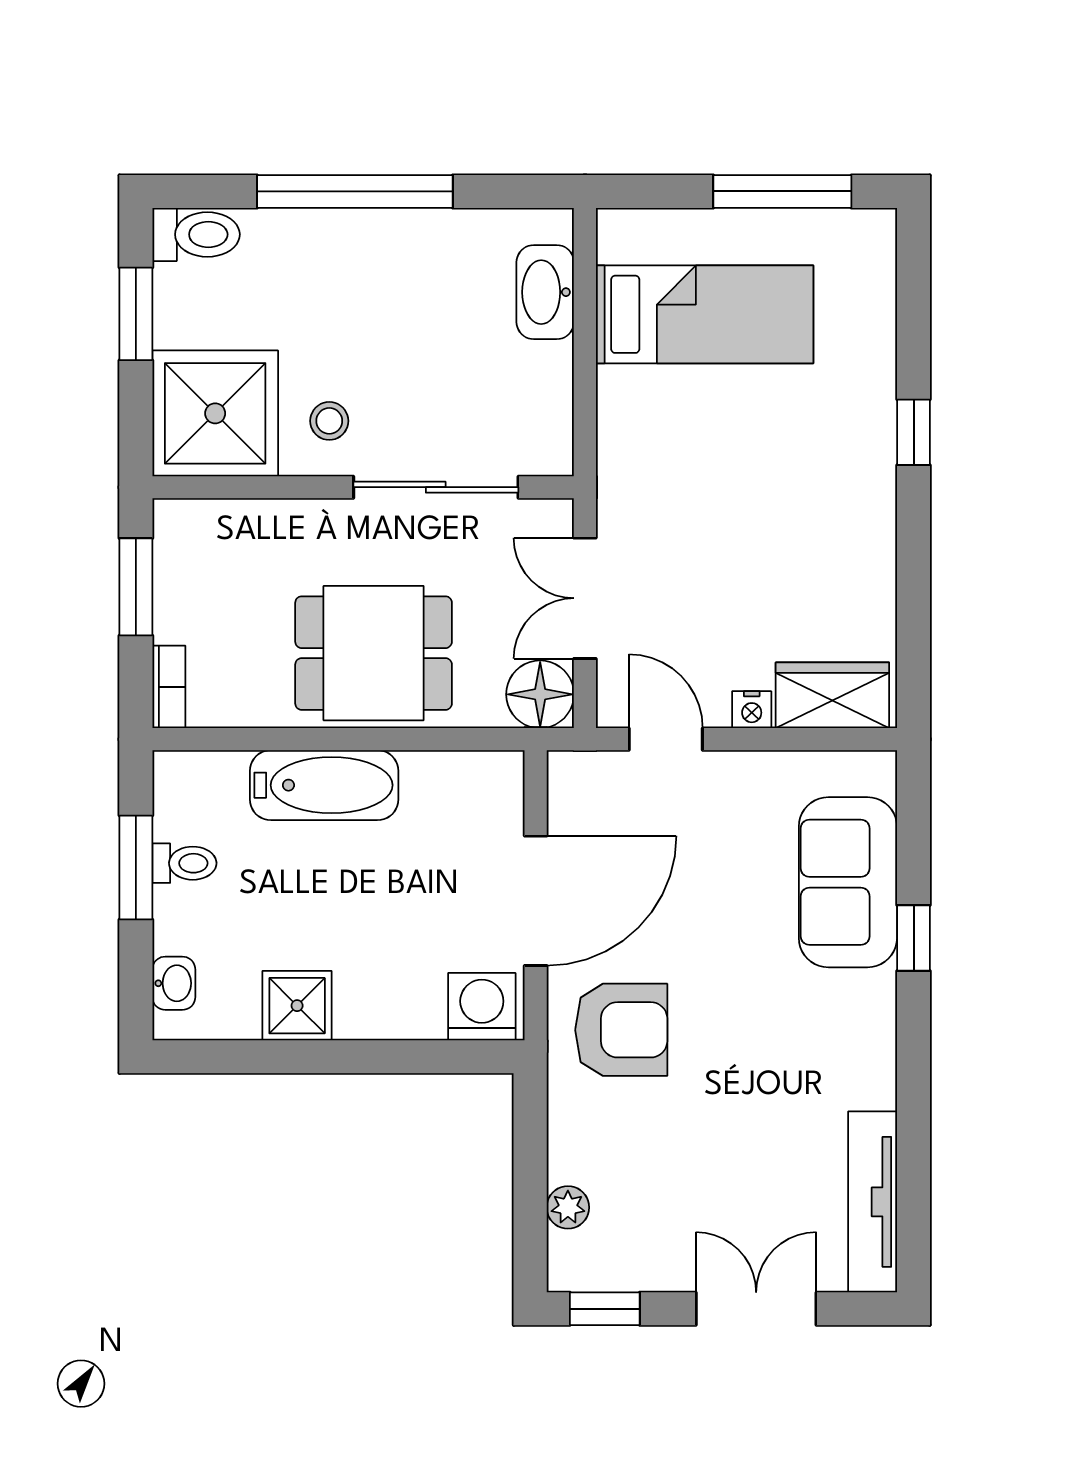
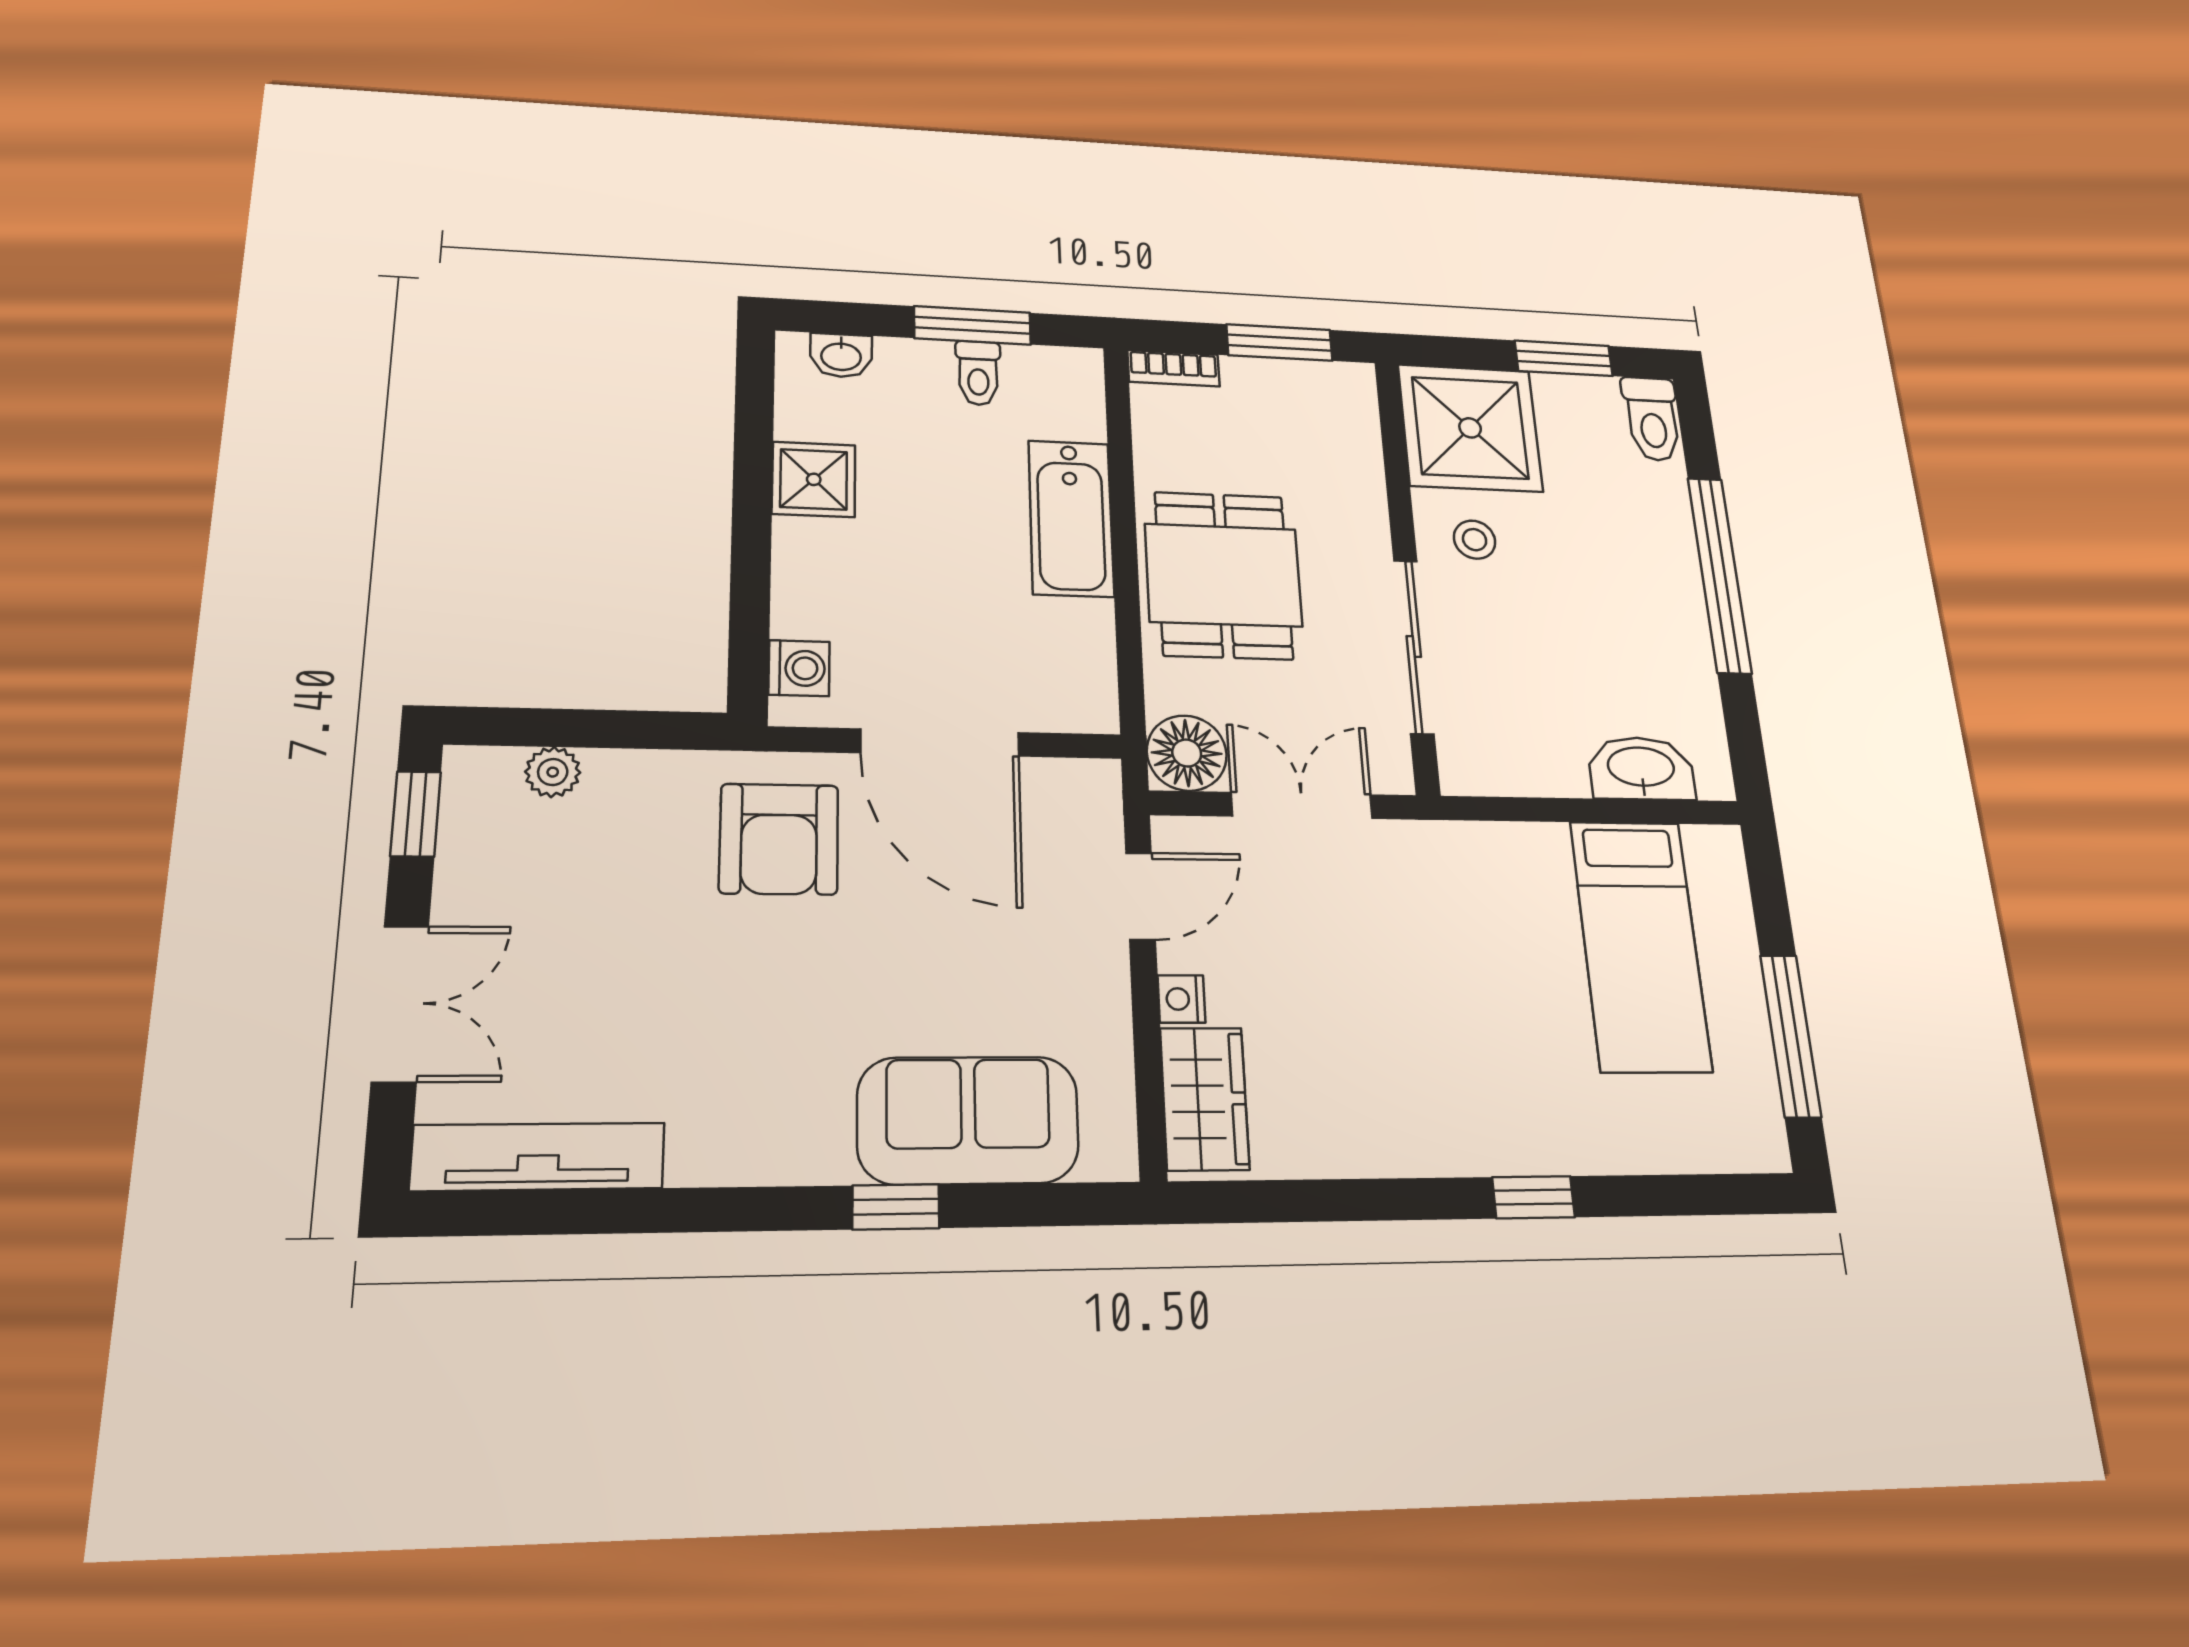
washing machine: (482, 1007) -> (799, 668), width x0.73, depth x0.73

